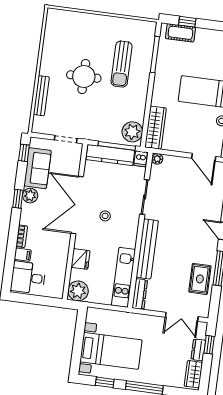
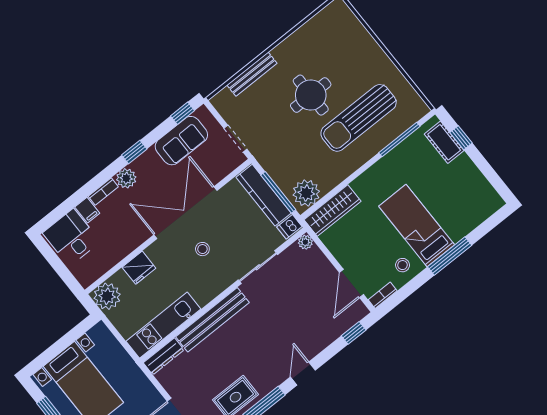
sun lounger: (122, 64) -> (359, 118), width x1.36, depth x1.34
plant: (30, 196) -> (126, 178), moved

